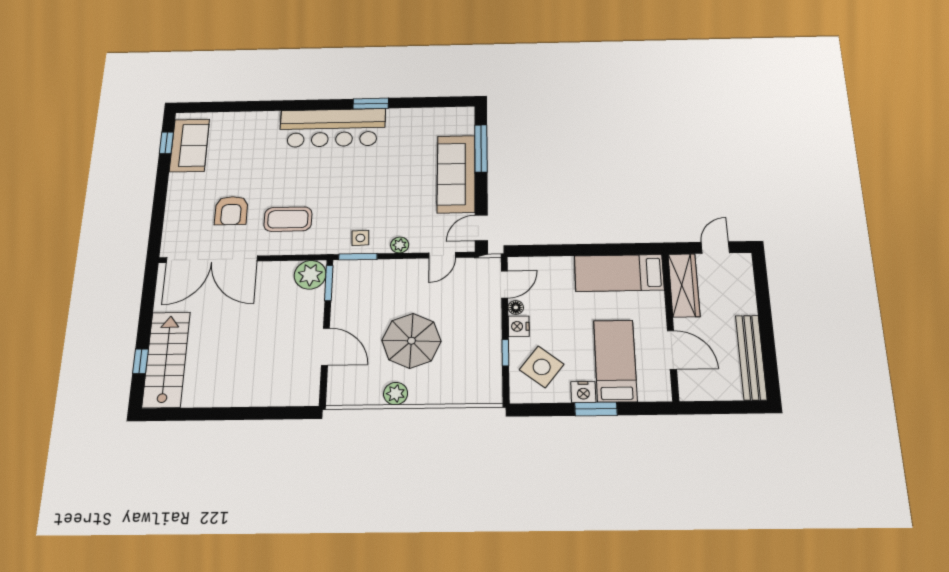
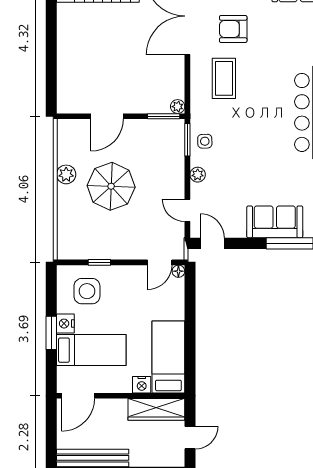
sofa: (456, 174) -> (275, 222), width x0.73
door: (715, 248) -> (190, 438), hinge flipped
plant: (310, 275) -> (178, 107), width x0.53, depth x0.53
door: (505, 285) -> (160, 262), hinge flipped
floor lamp: (516, 307) -> (178, 271), moved
nightstand: (519, 326) -> (142, 385), moved, turned 180
door: (672, 350) -> (78, 396), moved
side table: (542, 367) -> (87, 291), turned -38

